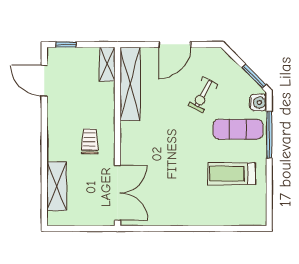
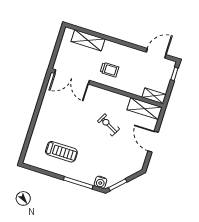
shelving: (130, 84) -> (145, 108), width x0.68
exercise bike: (203, 95) -> (109, 125), moved
exercise mat: (238, 129) -> (88, 164), removed
treadmill: (232, 174) -> (61, 152), turned 90

